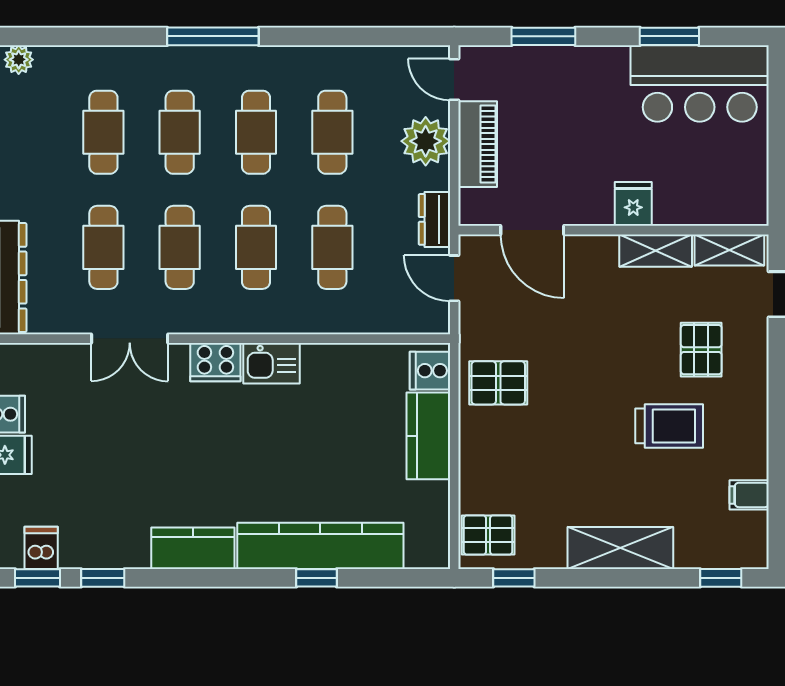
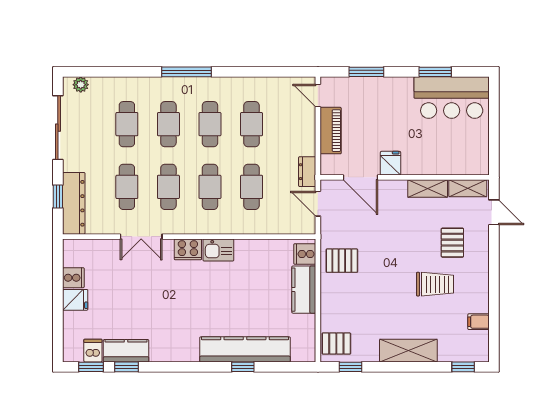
plant: (426, 141) -> (302, 129), removed
fridge: (633, 204) -> (390, 163), moved
kitchen counter: (193, 548) -> (126, 351), moved

